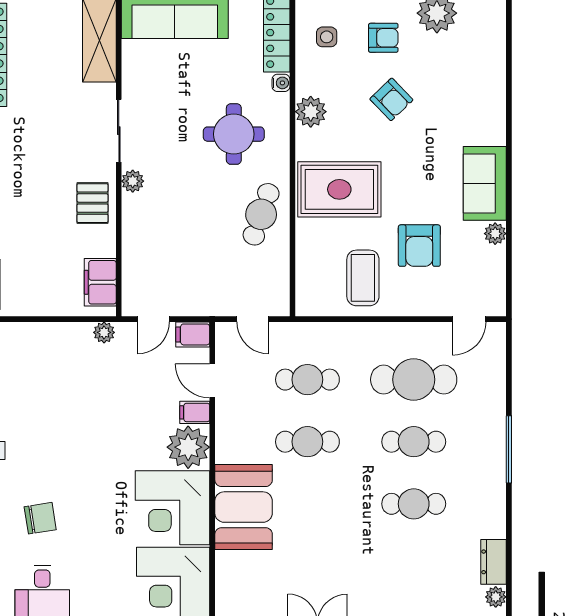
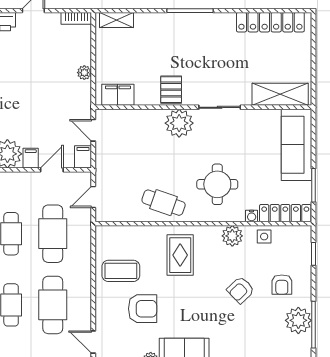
side table: (327, 37) -> (264, 237), moved
plant: (133, 181) -> (179, 123), width x1.88, depth x1.88
rug: (339, 189) -> (180, 255), width x0.73, depth x0.70
pallet: (92, 203) -> (171, 90), turned 90
armchair: (419, 246) -> (143, 309), turned 180
plant: (104, 332) -> (84, 73), moved
cafe table: (307, 380) -> (53, 234), width x1.37, depth x1.35

